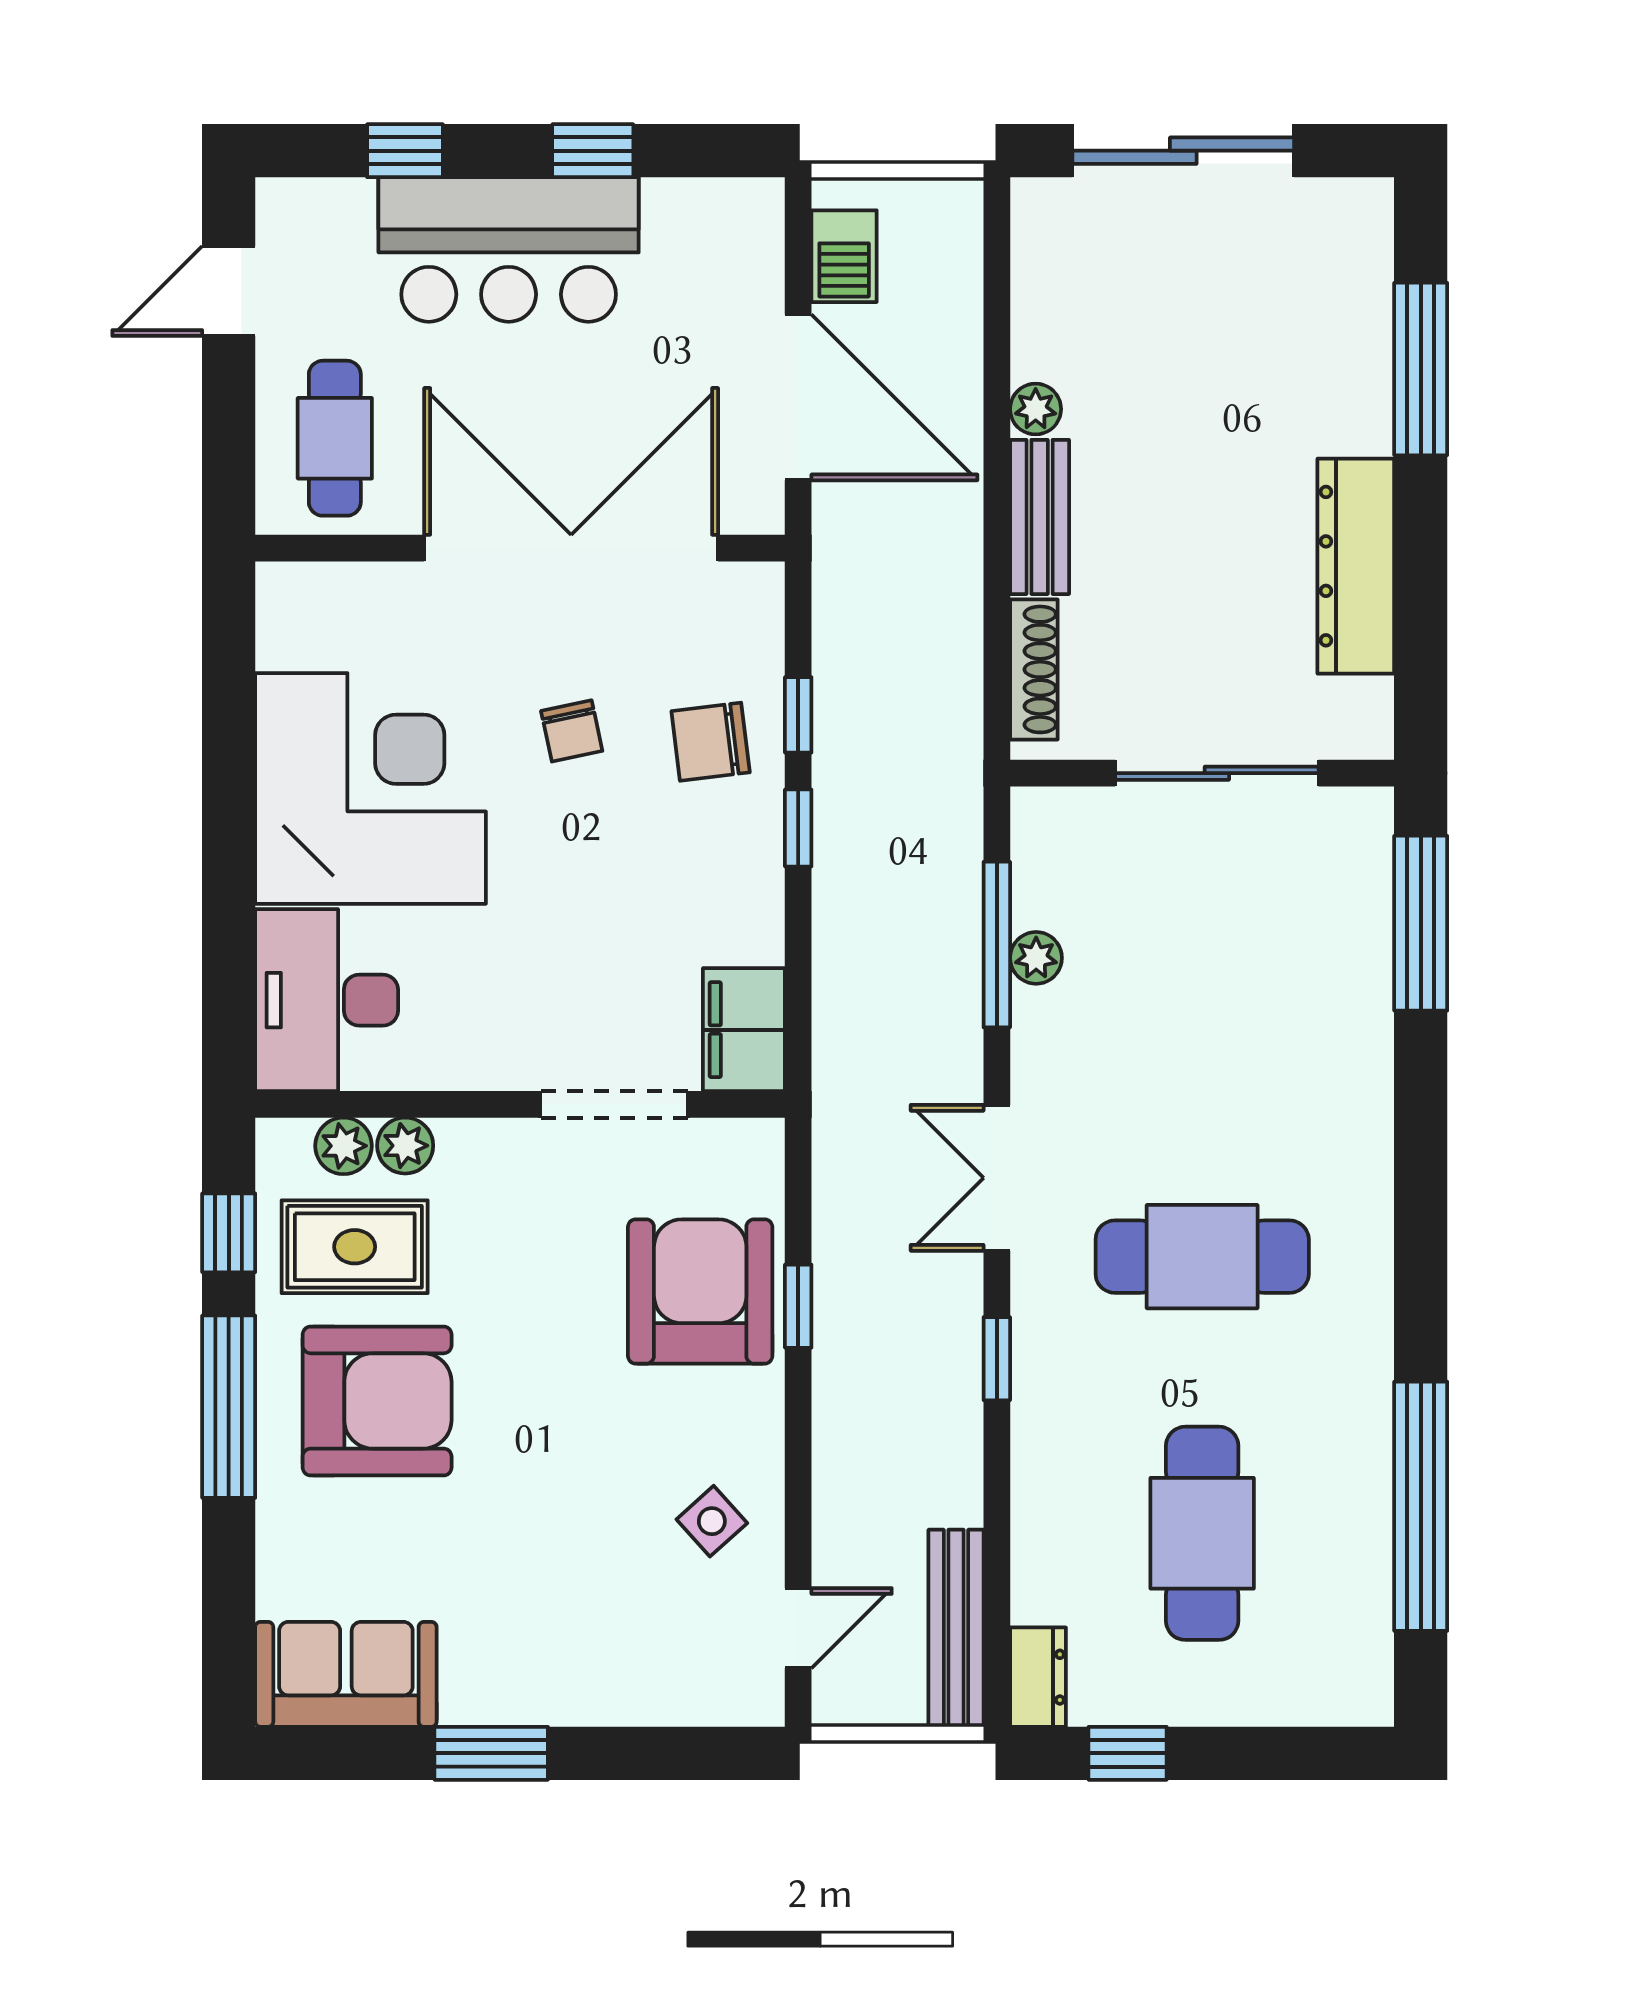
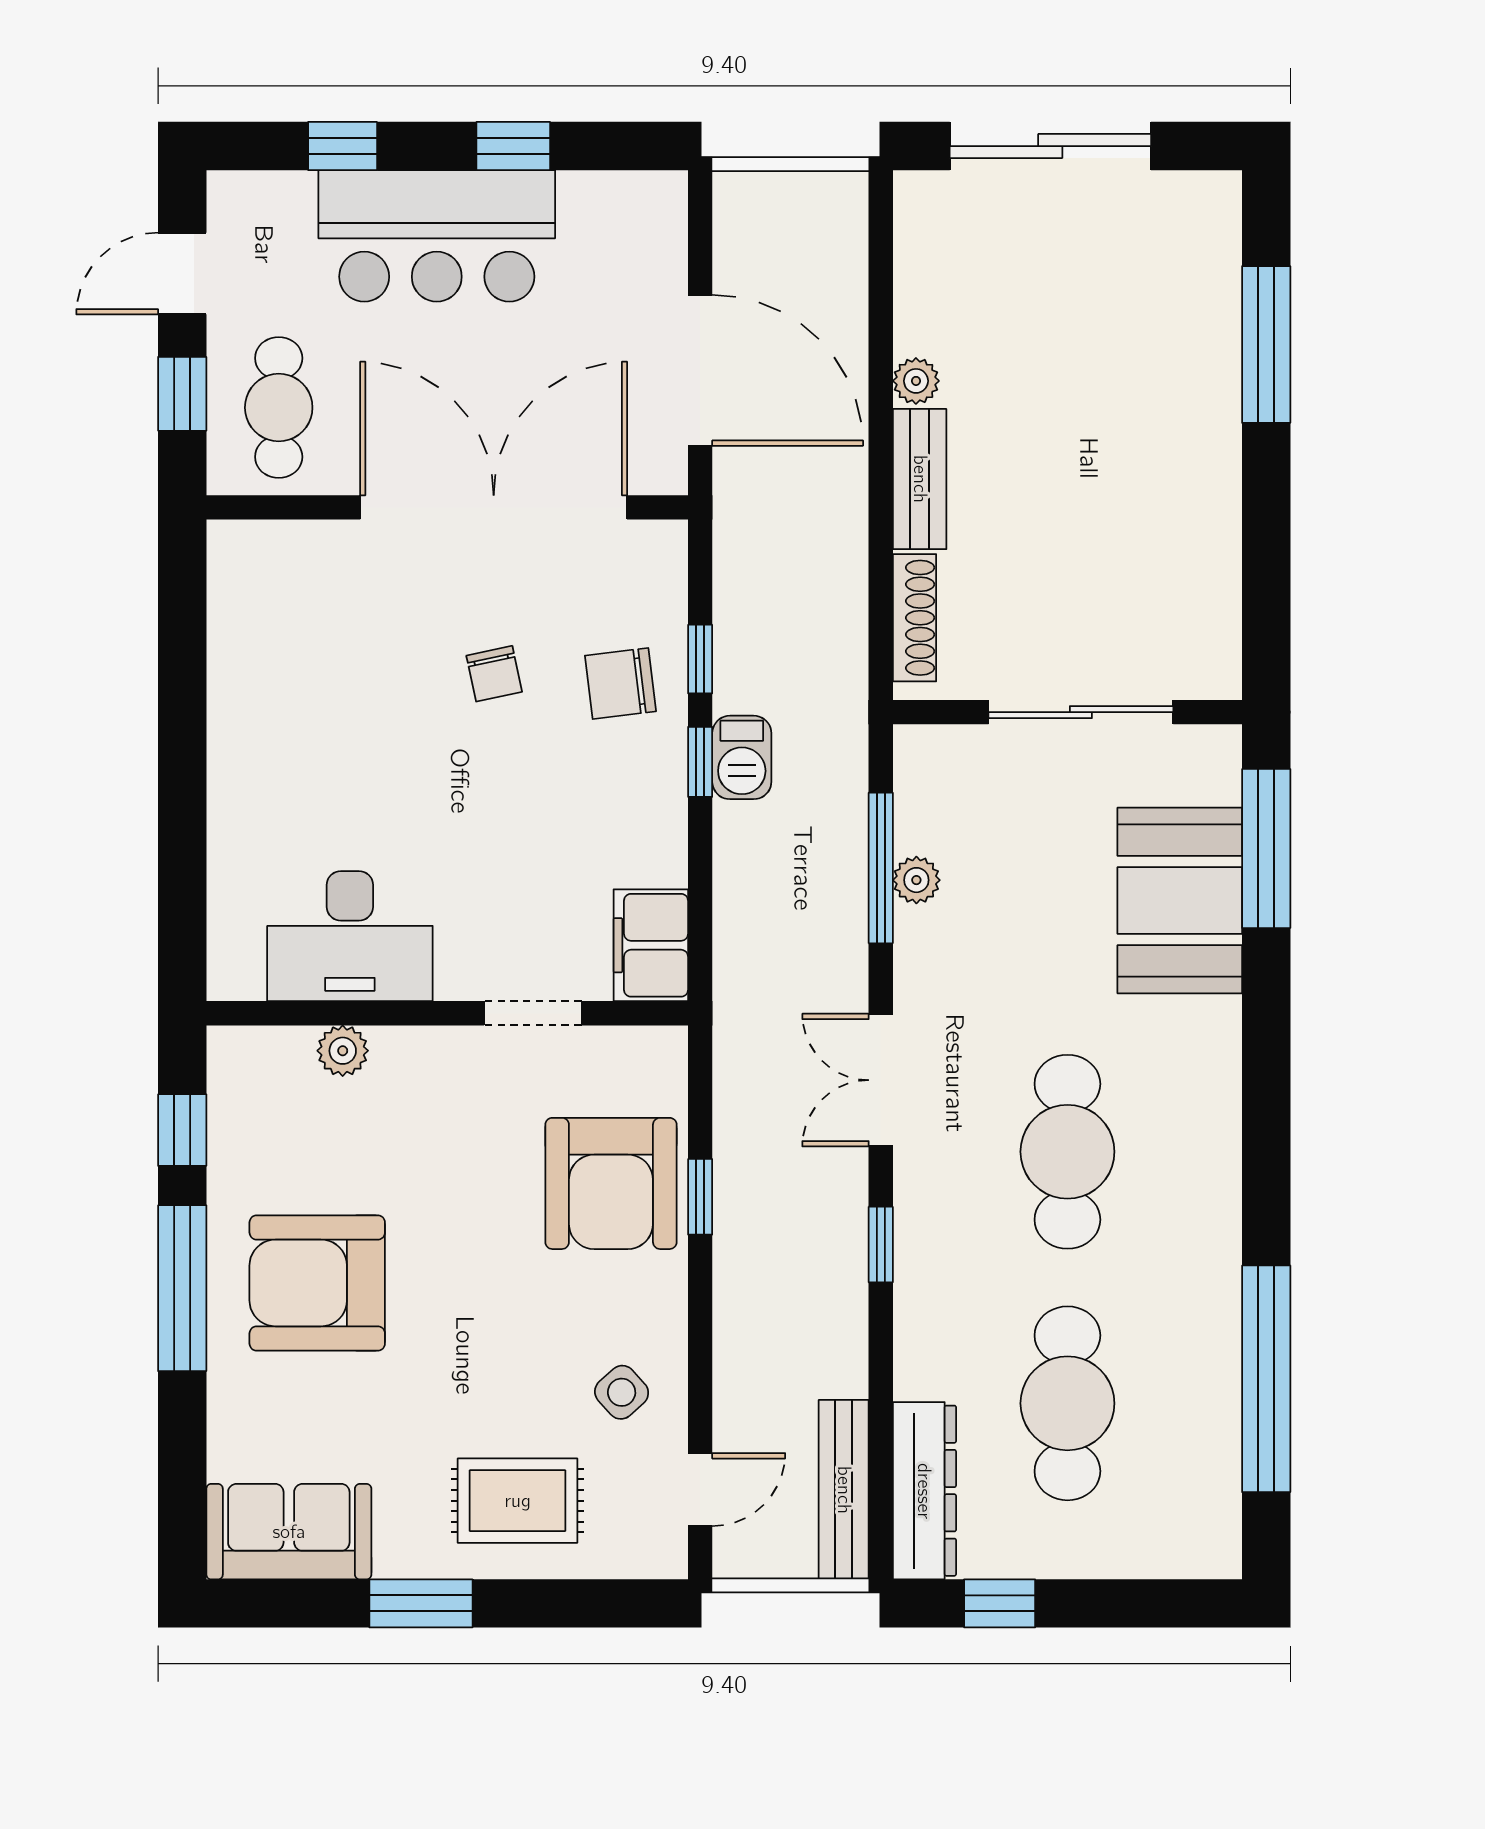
barbecue: (844, 256) -> (742, 757), moved
window: (229, 423) -> (182, 394), added
dresser: (1356, 566) -> (1207, 524), removed
corner desk: (371, 788) -> (311, 726), removed
booth: (1326, 980) -> (1180, 900), added
desk: (327, 1000) -> (350, 936), moved, turned -90
doorway: (614, 1104) -> (533, 1013), width x0.73
plant: (344, 1146) -> (287, 1051), removed
rug: (355, 1247) -> (518, 1501), moved
cafe table: (1202, 1257) -> (1067, 1152), turned 90
armchair: (700, 1291) -> (611, 1183), turned 180
armchair: (377, 1401) -> (317, 1283), turned 180
dresser: (1038, 1677) -> (924, 1491), width x1.96, depth x1.24

